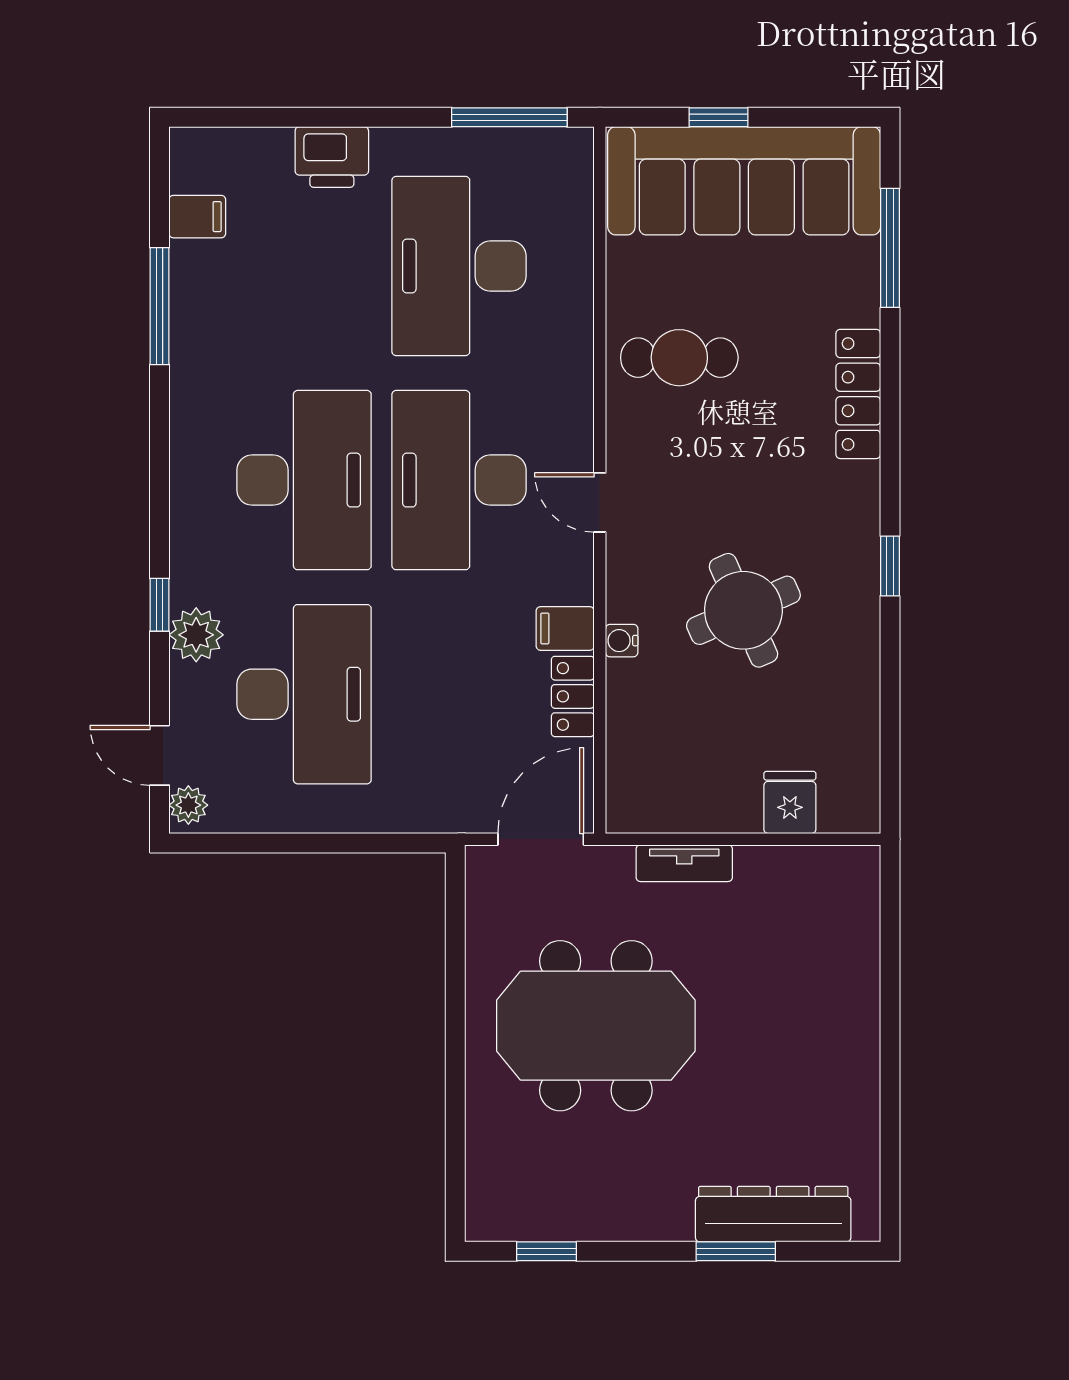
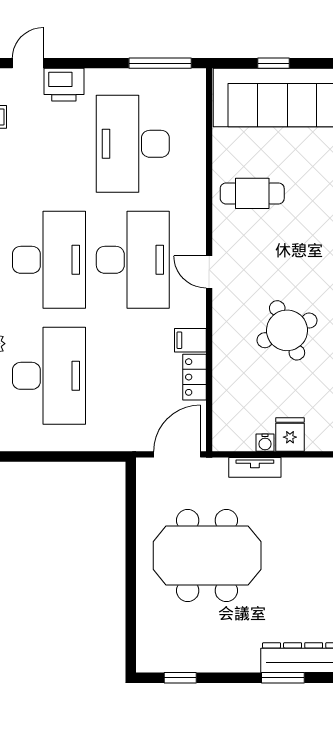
door: (265, 117) -> (28, 63), added
desk: (459, 480) -> (133, 260), turned 180
water cooler: (622, 641) -> (265, 443), moved, turned -90
fridge: (790, 802) -> (290, 435), moved

